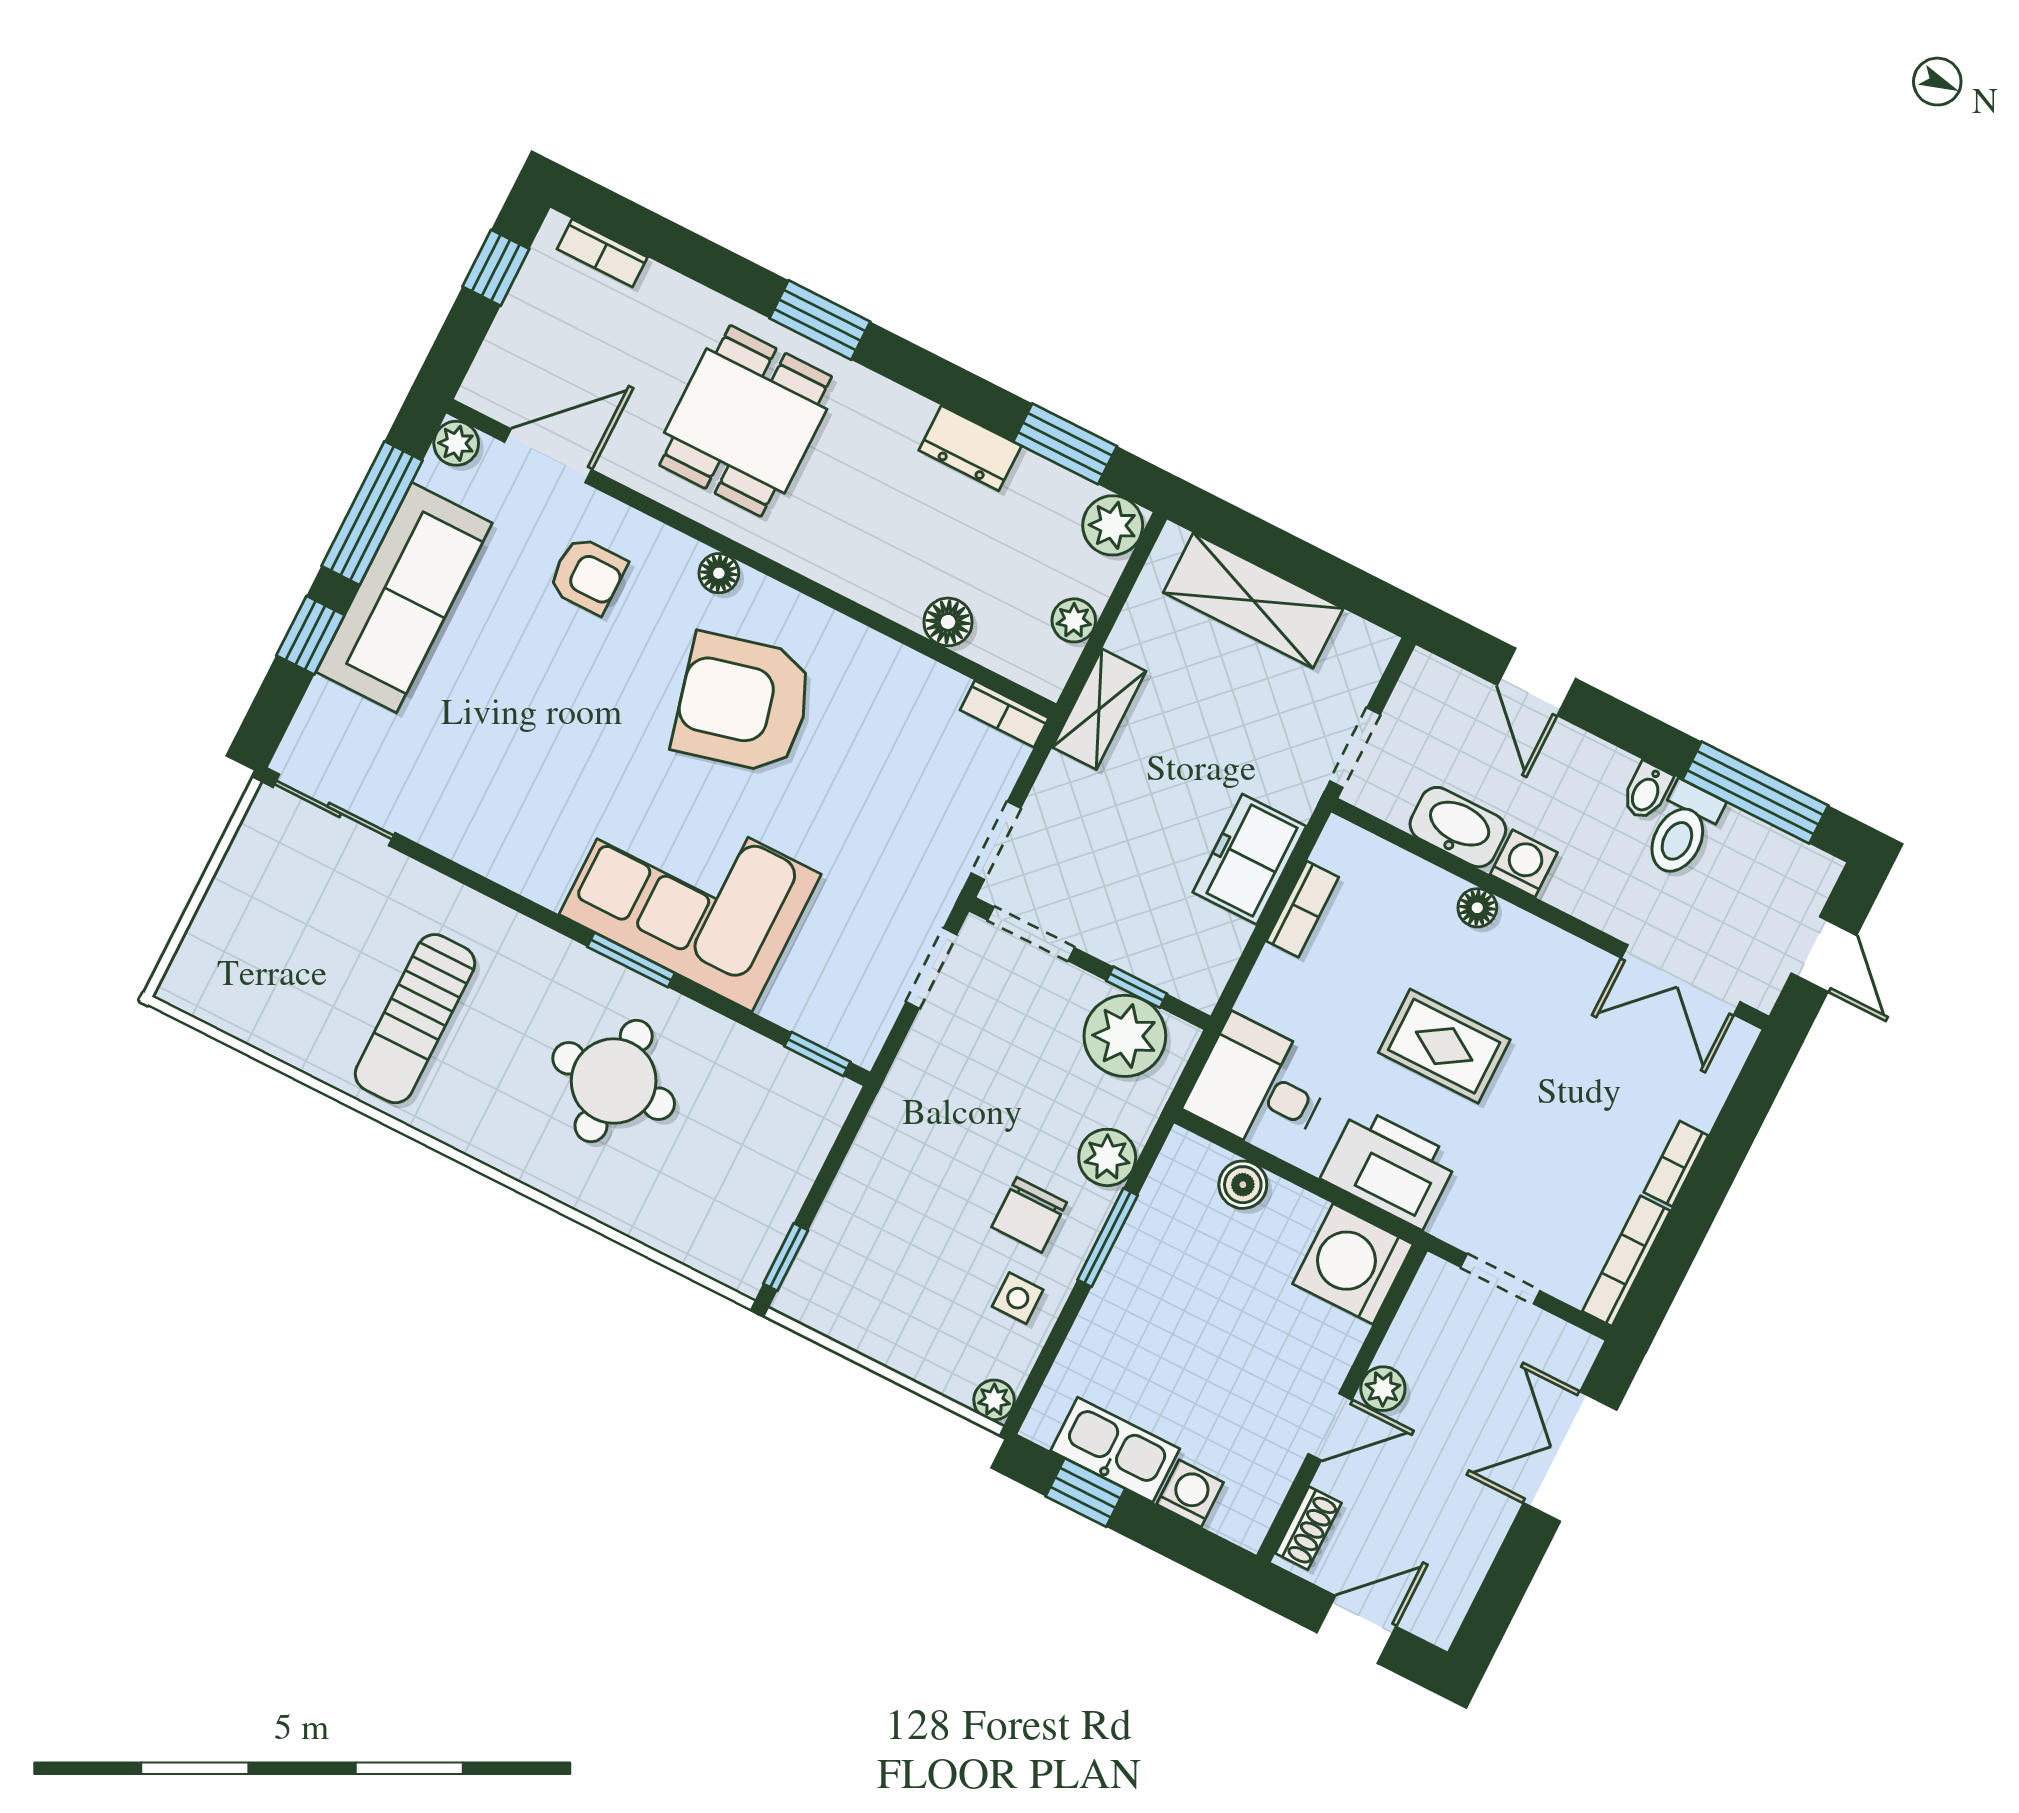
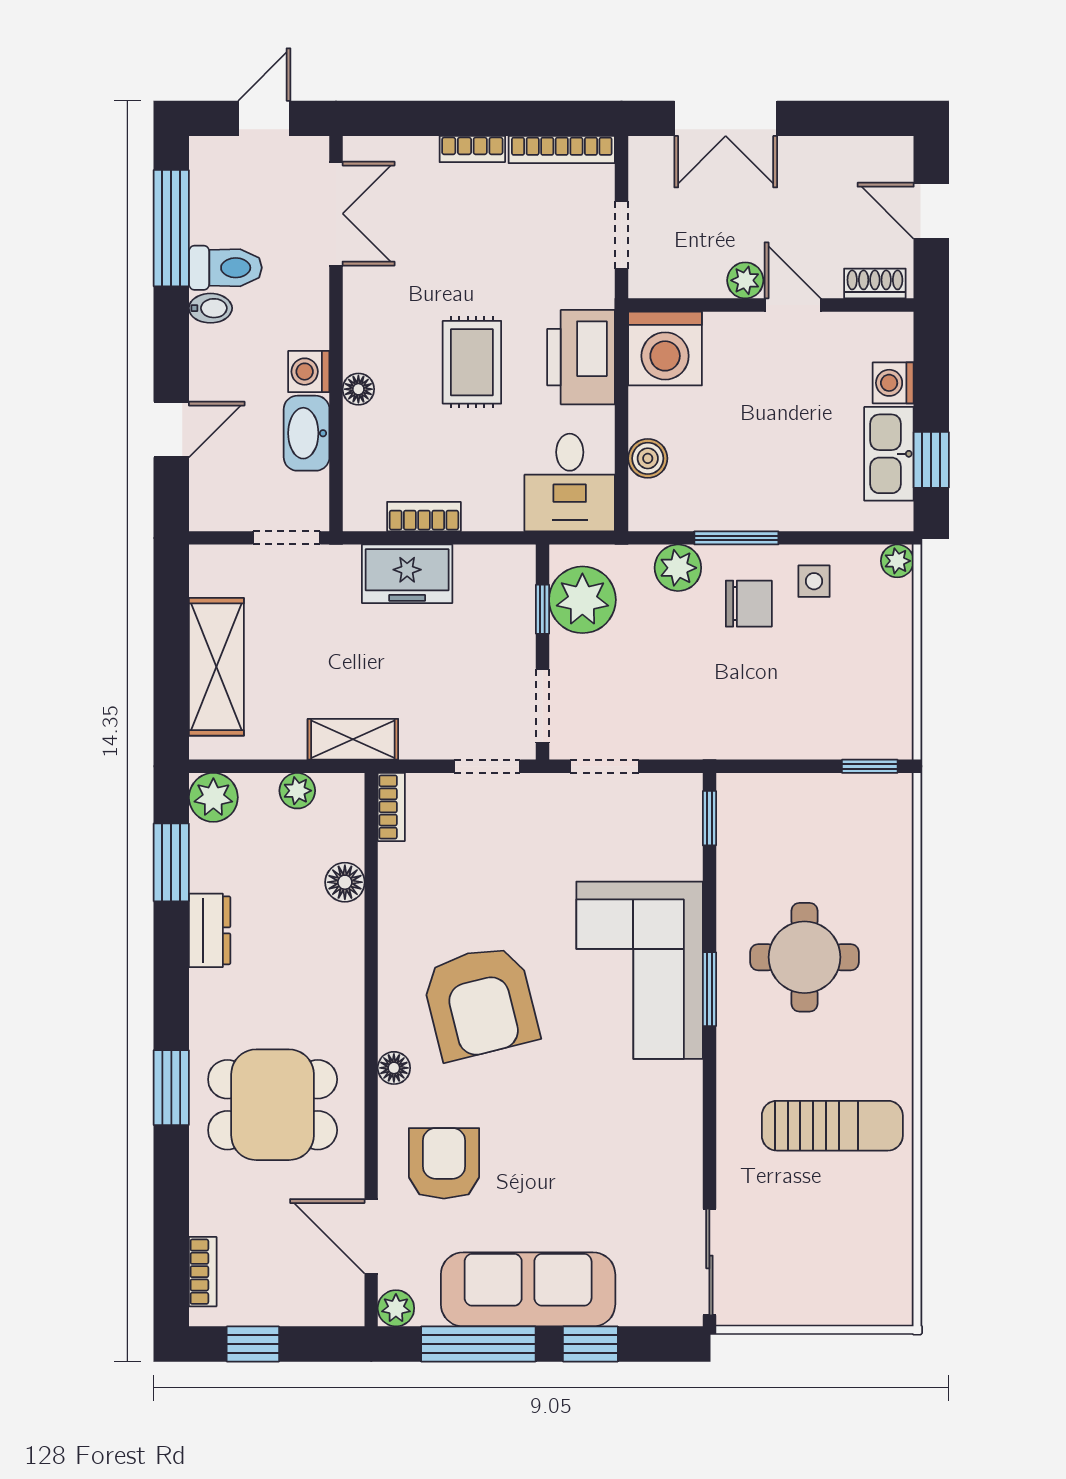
armchair: (588, 575) -> (444, 1163), width x1.38, depth x1.38

